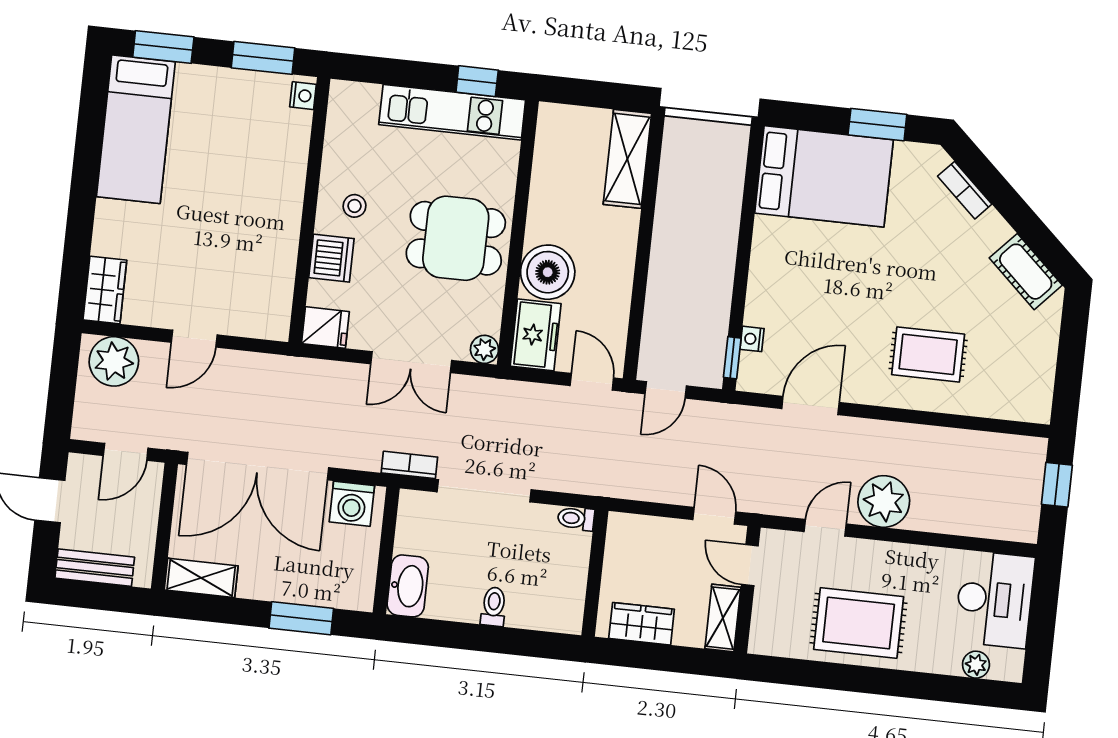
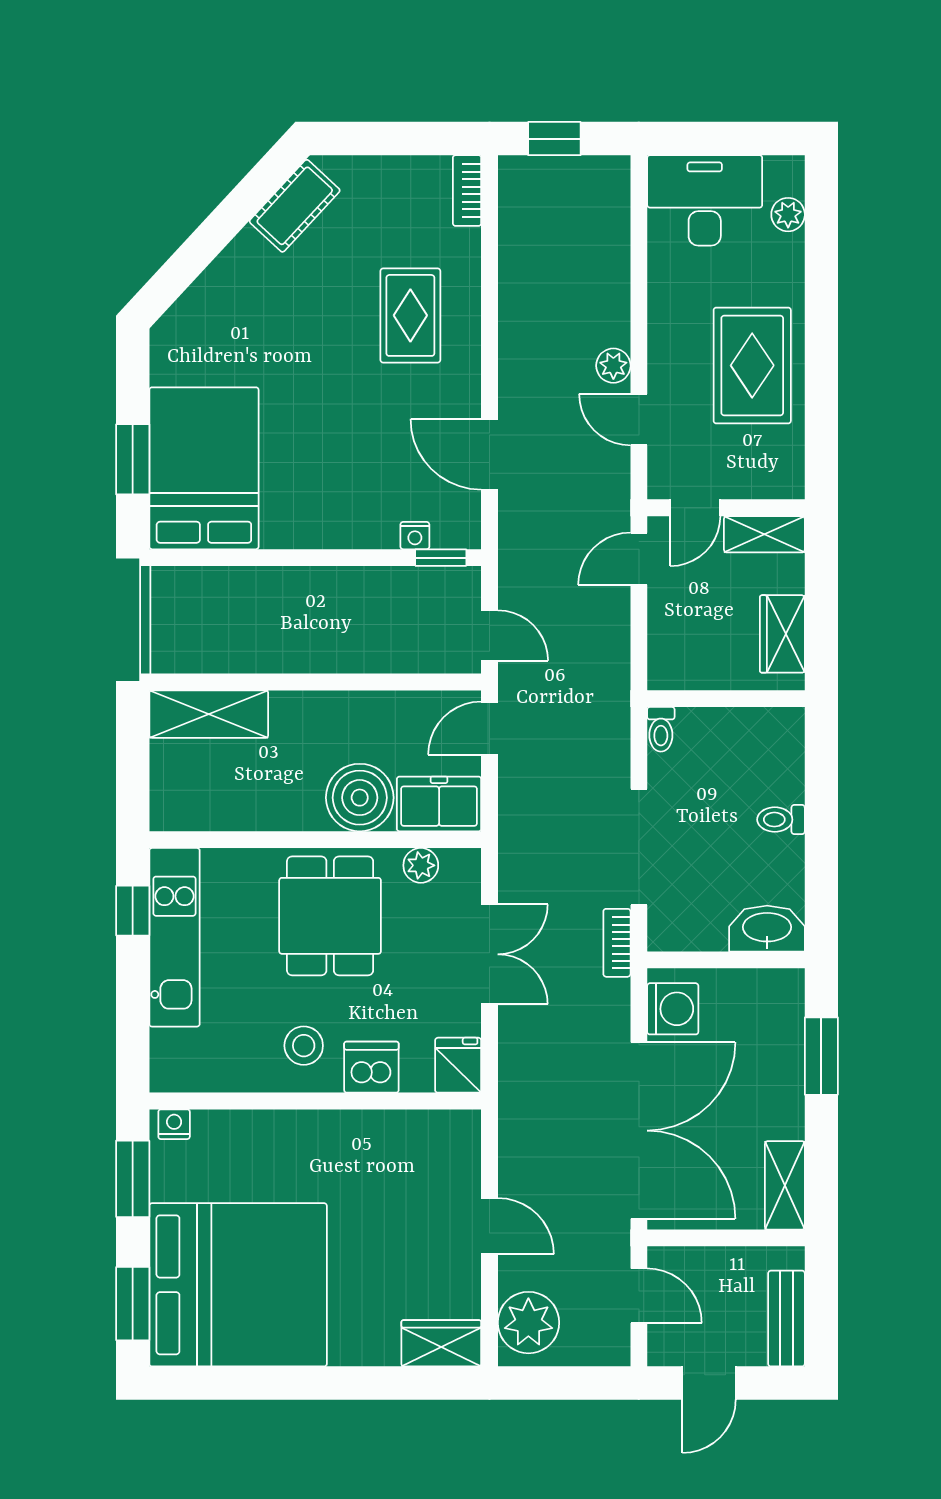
window: (877, 125) -> (133, 459), moved
bed: (136, 129) -> (238, 1285), width x2.04
bookcase: (965, 190) -> (467, 191), moved, turned 137
stool: (354, 206) -> (304, 1046), width x1.37, depth x1.37
plant: (484, 349) -> (421, 865), moved
plant: (884, 501) -> (613, 366), width x0.53, depth x0.53

